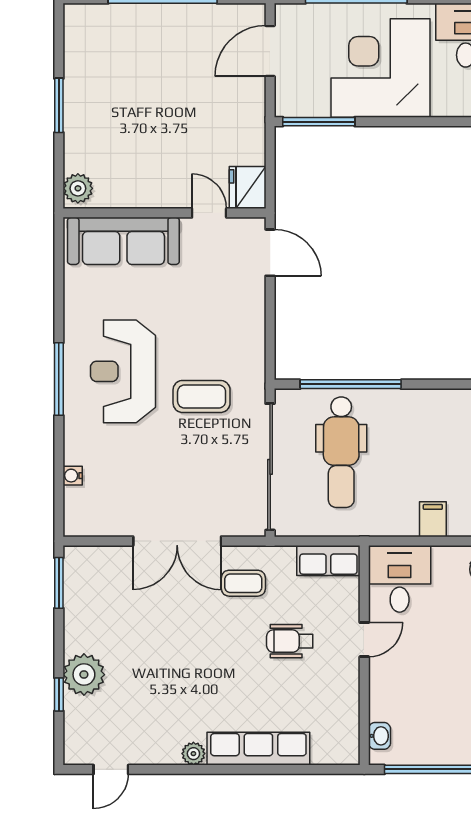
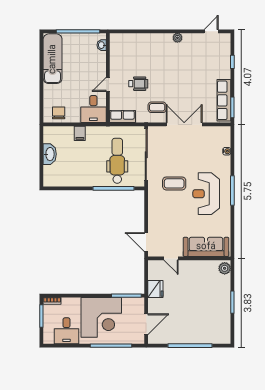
fridge: (248, 187) -> (155, 289), moved
reception desk: (123, 371) -> (206, 194), turned 180
plant: (84, 675) -> (222, 70), removed
row of seats: (258, 749) -> (224, 100), moved, turned 90

